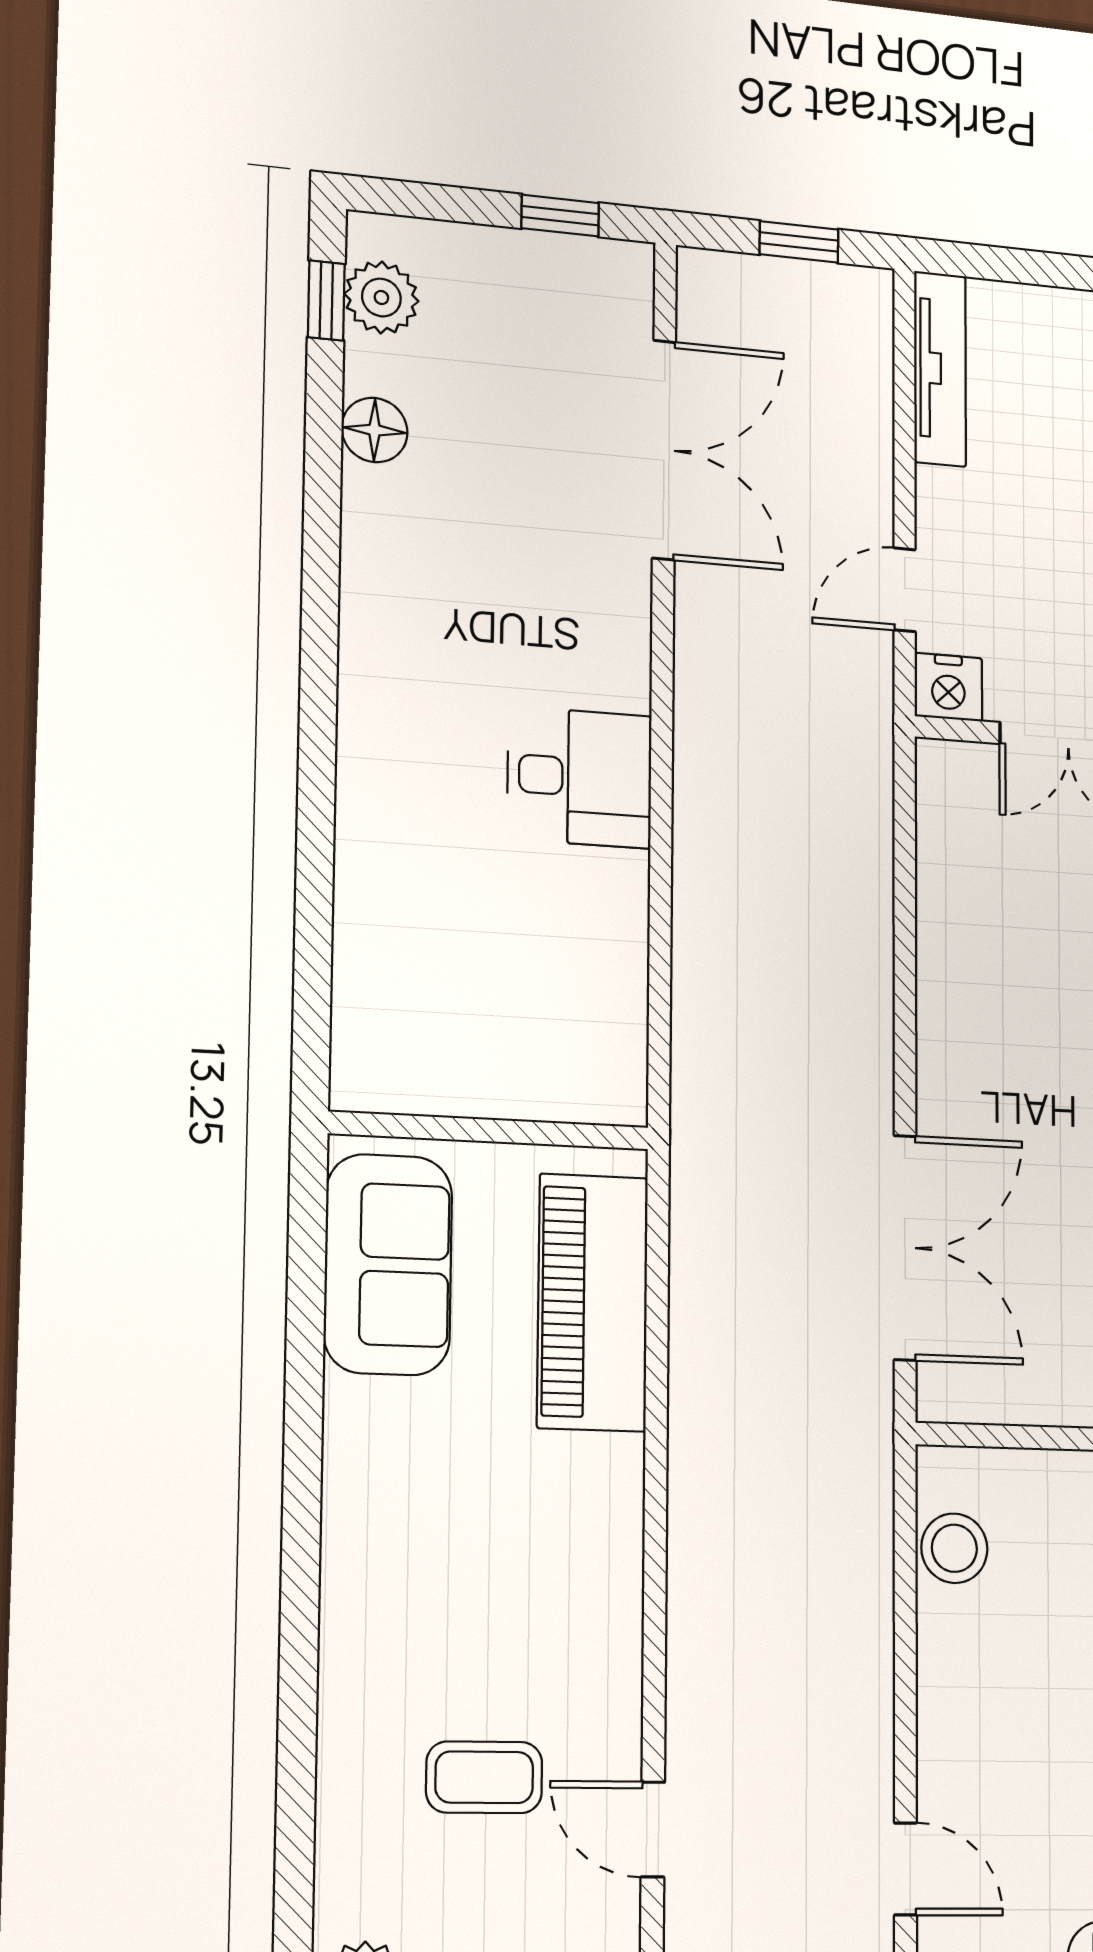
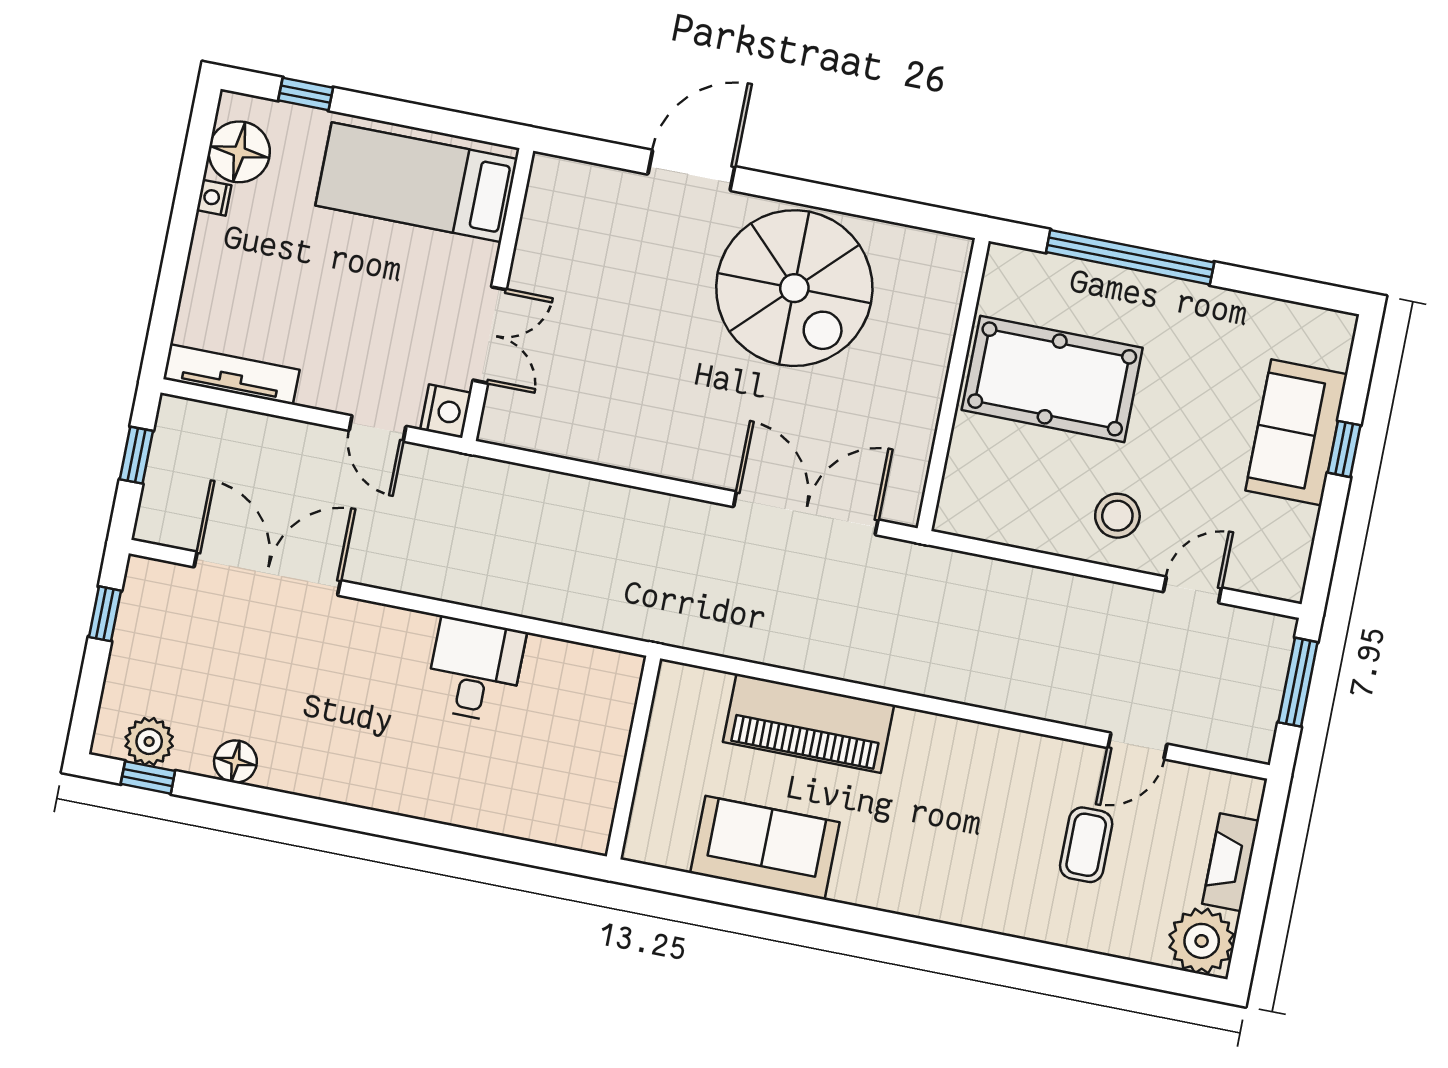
wall: (489, 1131) -> (633, 758), moved
stool: (954, 1548) -> (1117, 516), moved

